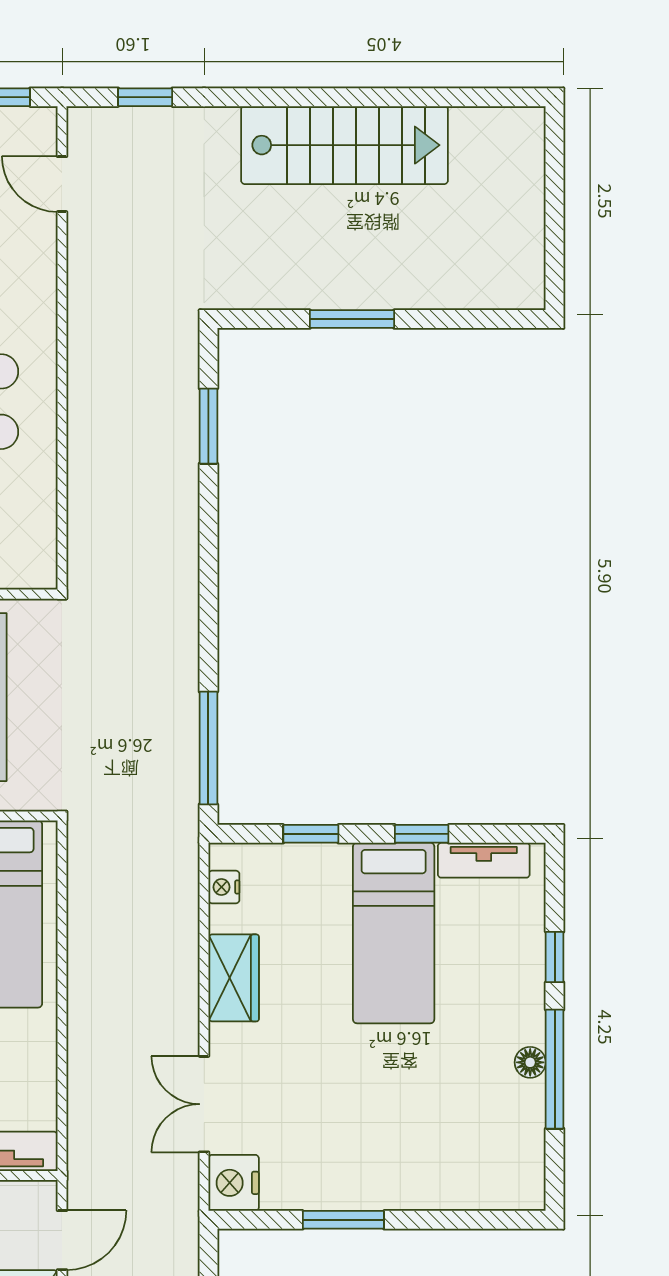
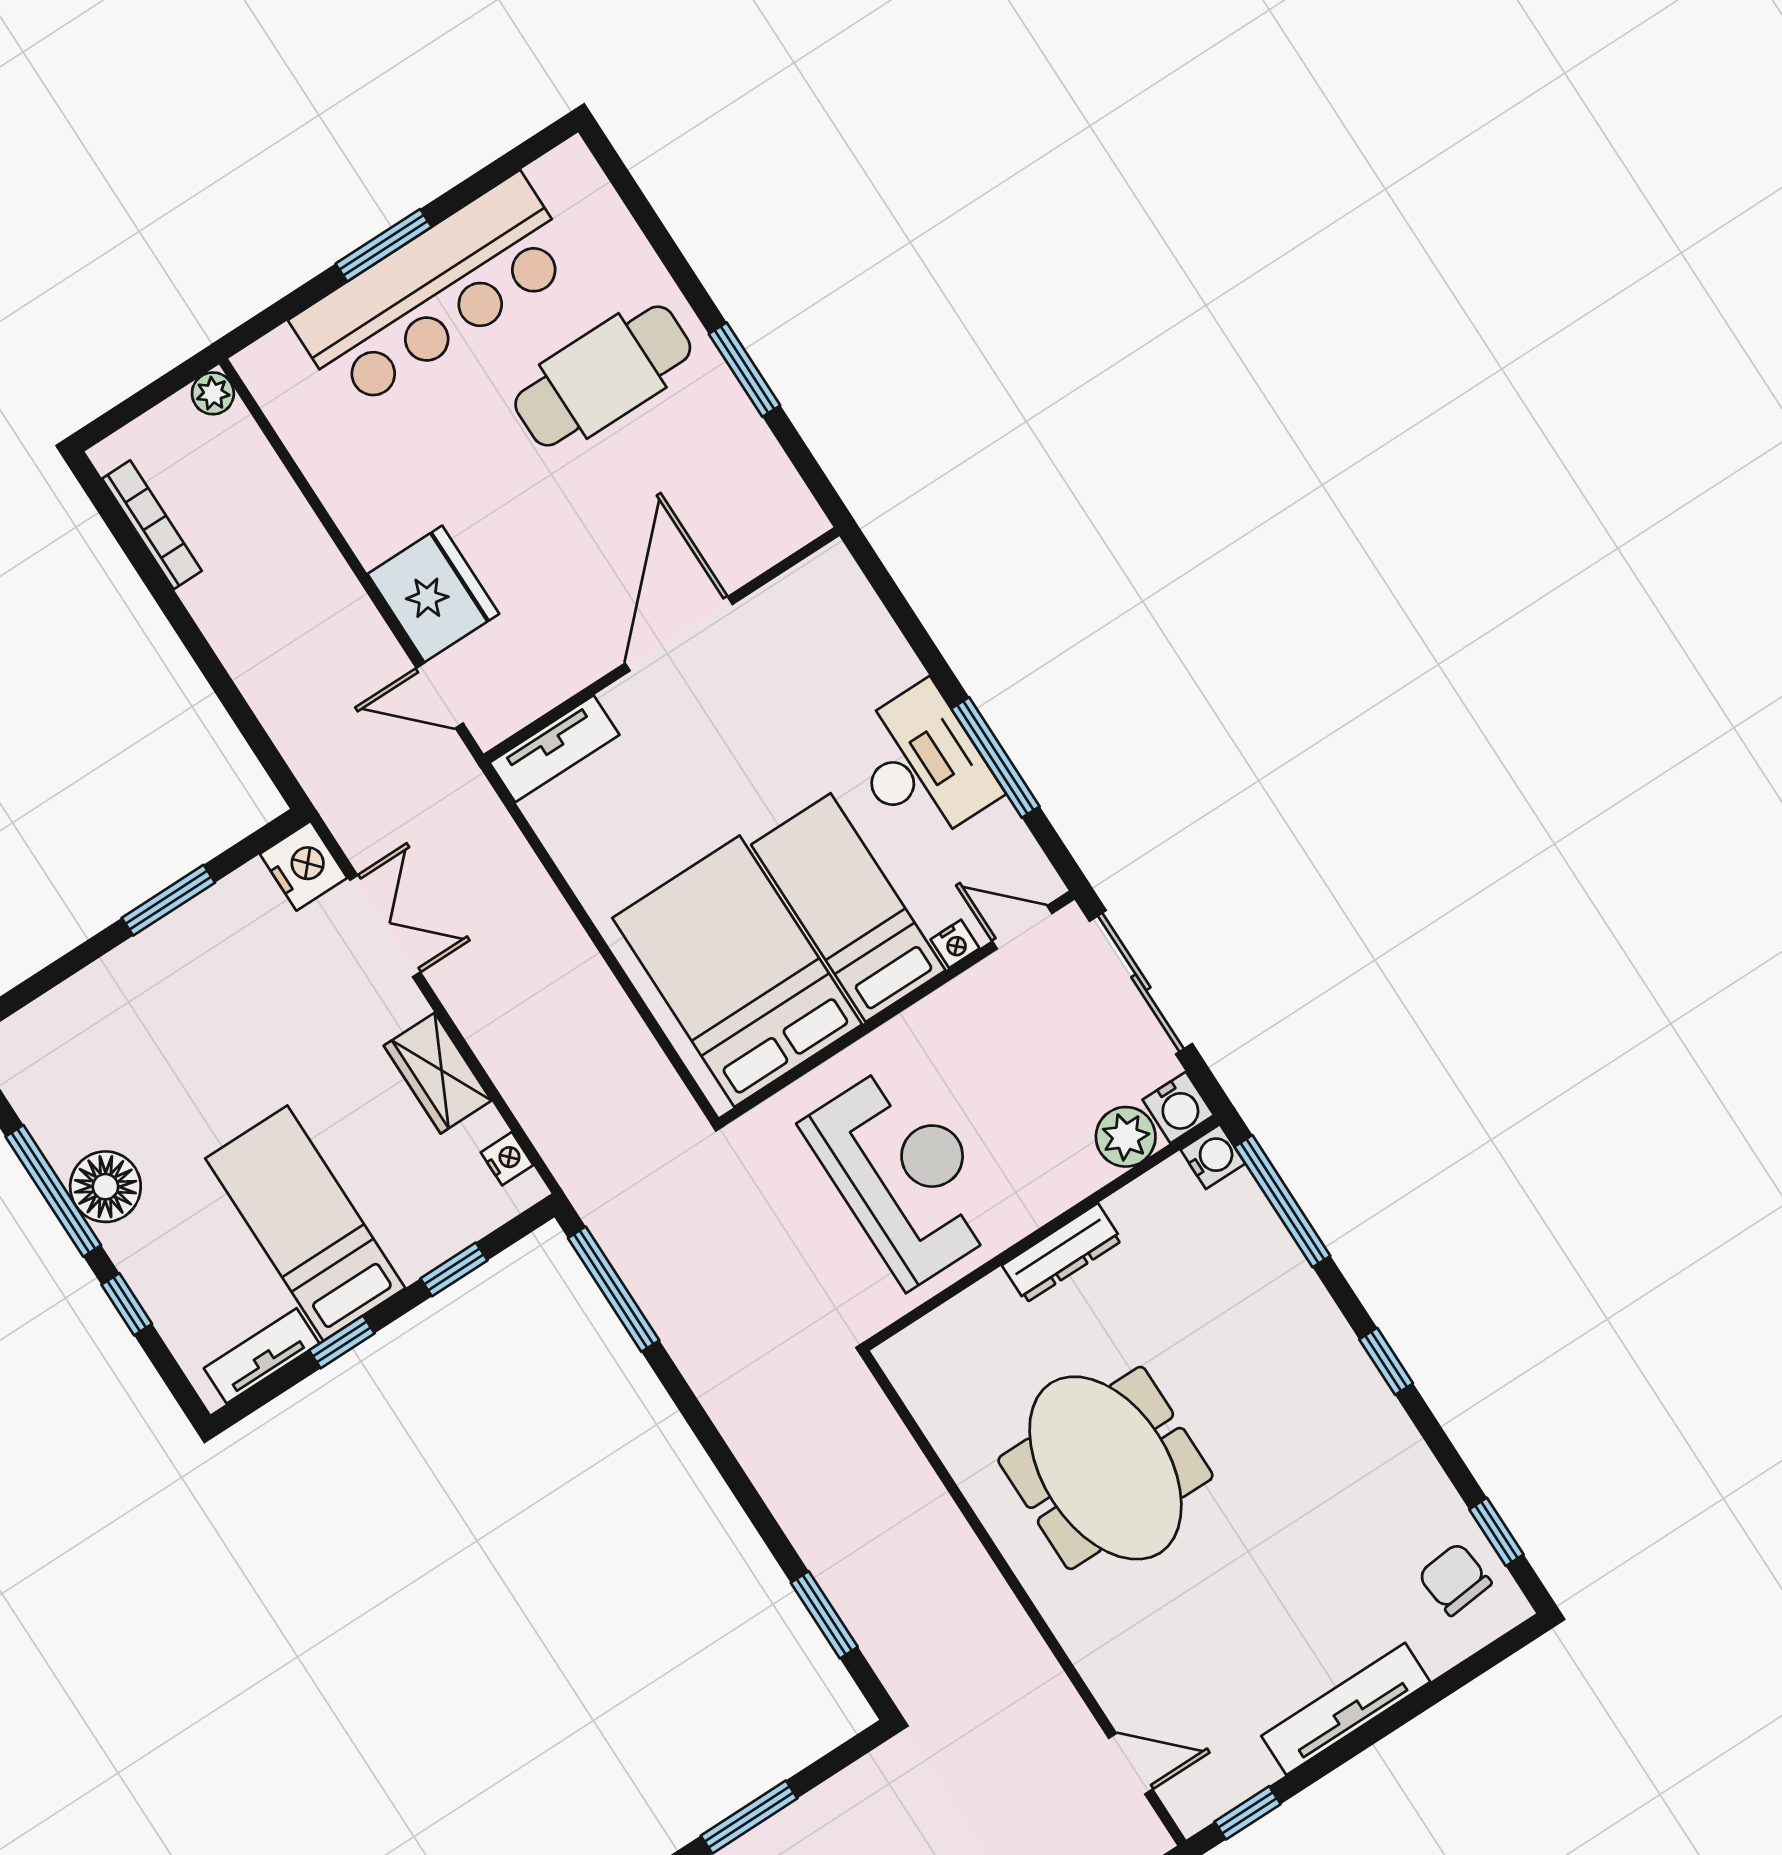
floor lamp: (530, 1062) -> (105, 1187), width x1.89, depth x1.89
door: (62, 1240) -> (440, 696), hinge flipped

